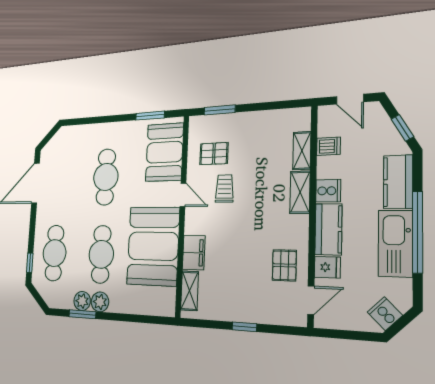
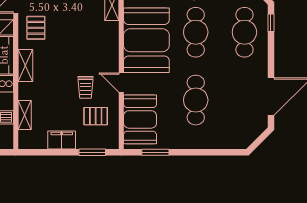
shelving: (300, 192) -> (25, 65), moved
filing cabinet: (194, 253) -> (62, 140), moved, turned 90

